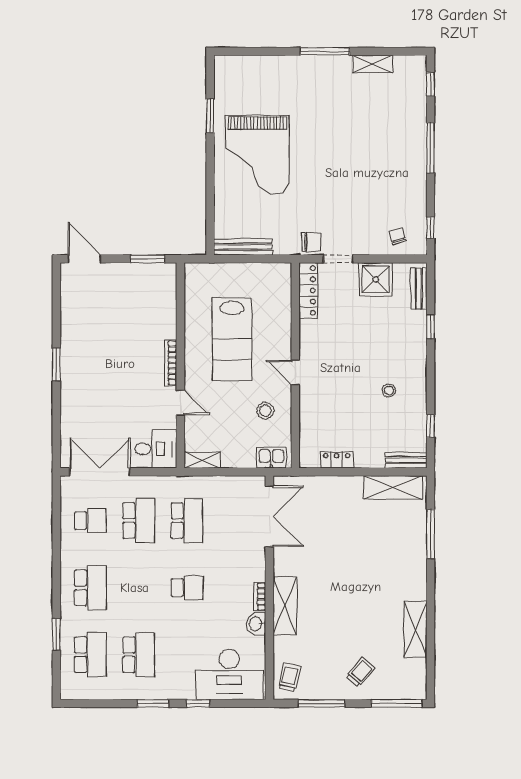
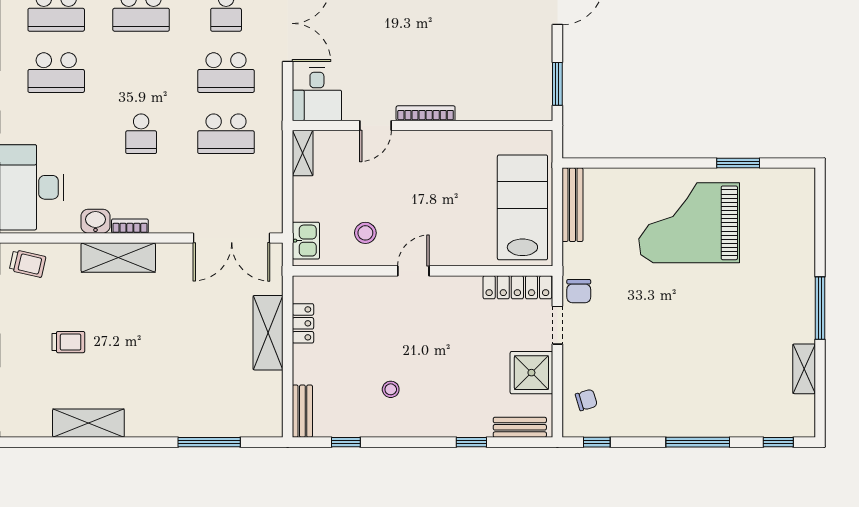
lab bench: (232, 339) -> (522, 207), moved, turned 90
shelving: (393, 487) -> (268, 333), moved
trolley: (360, 672) -> (68, 342), moved, turned -40

